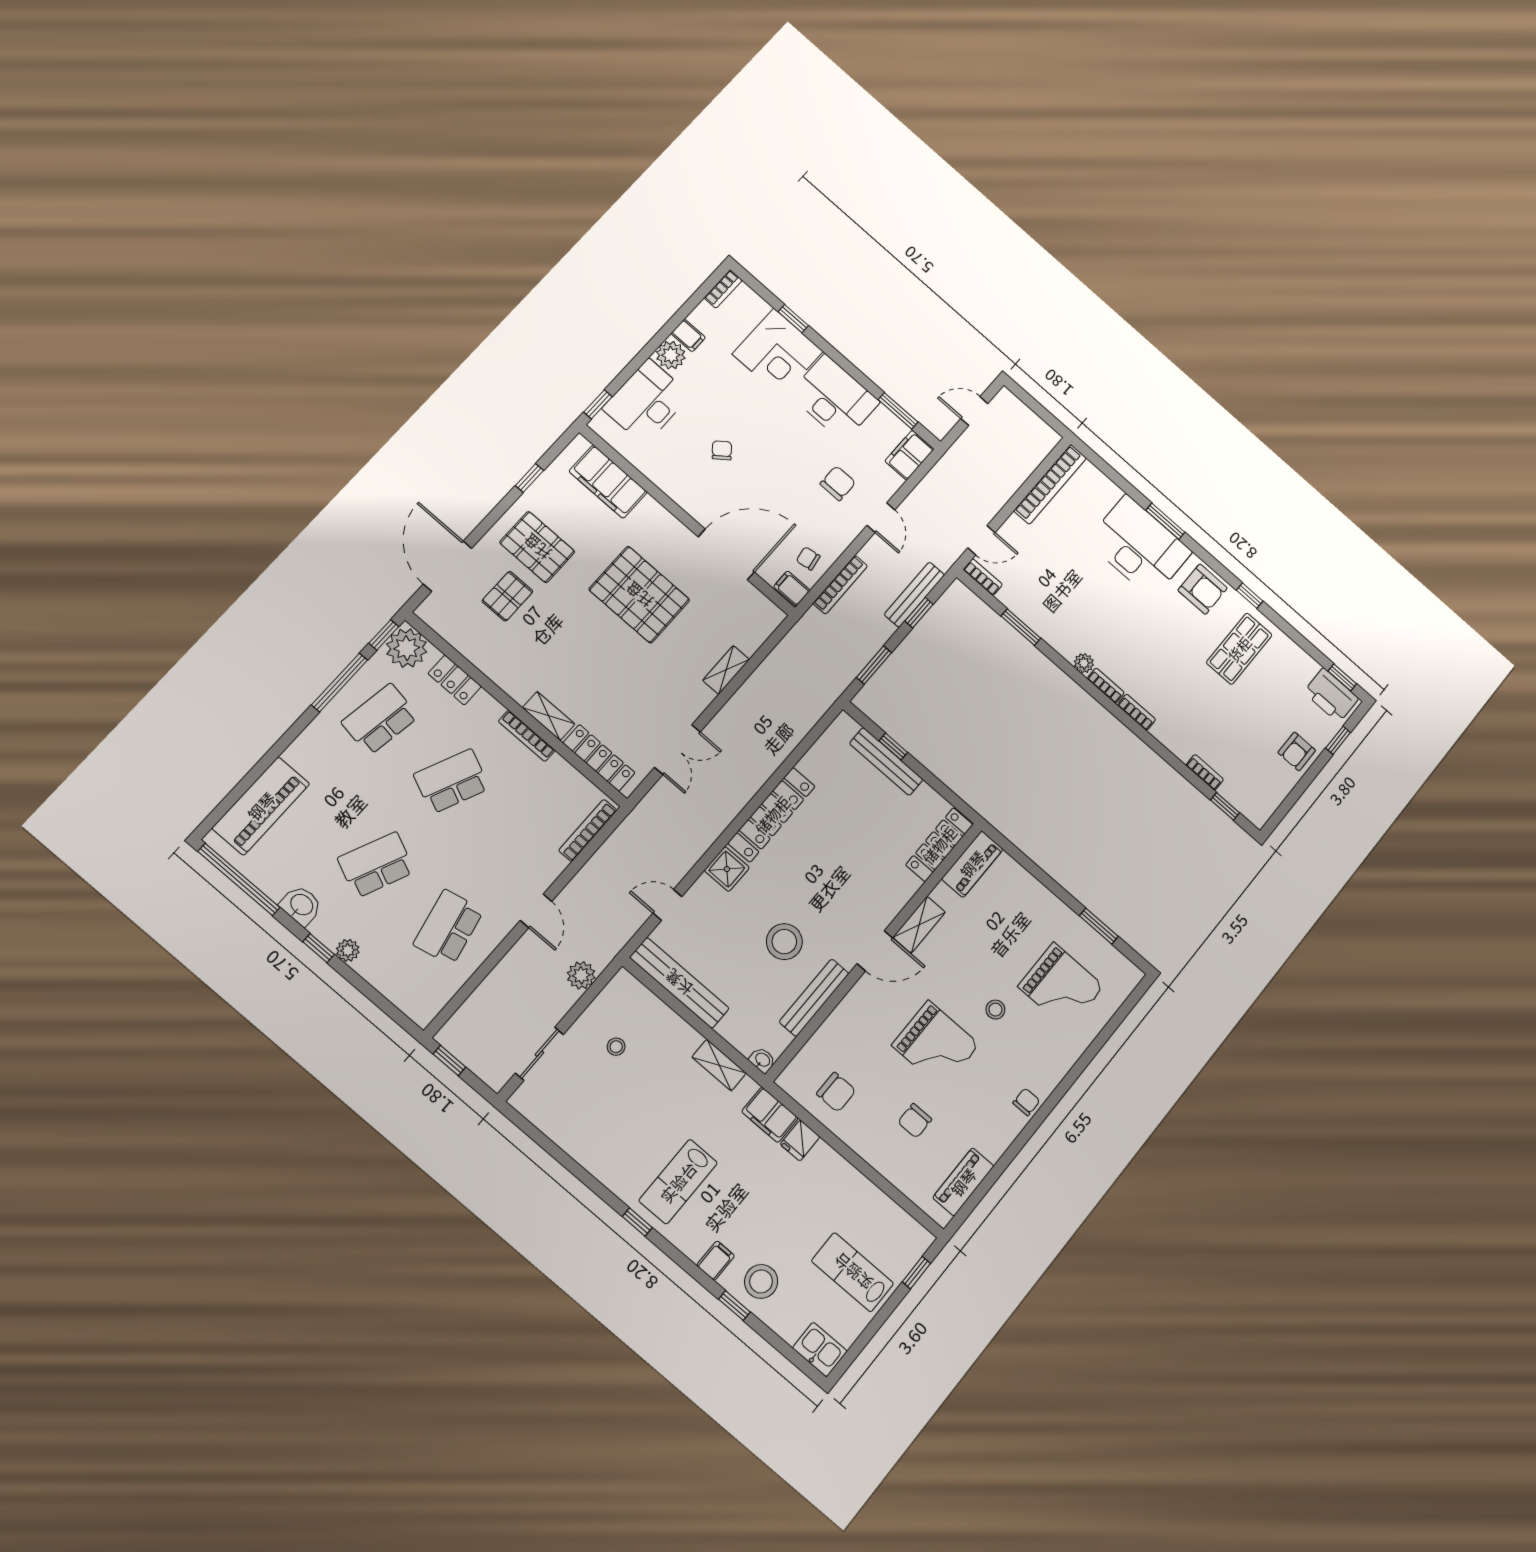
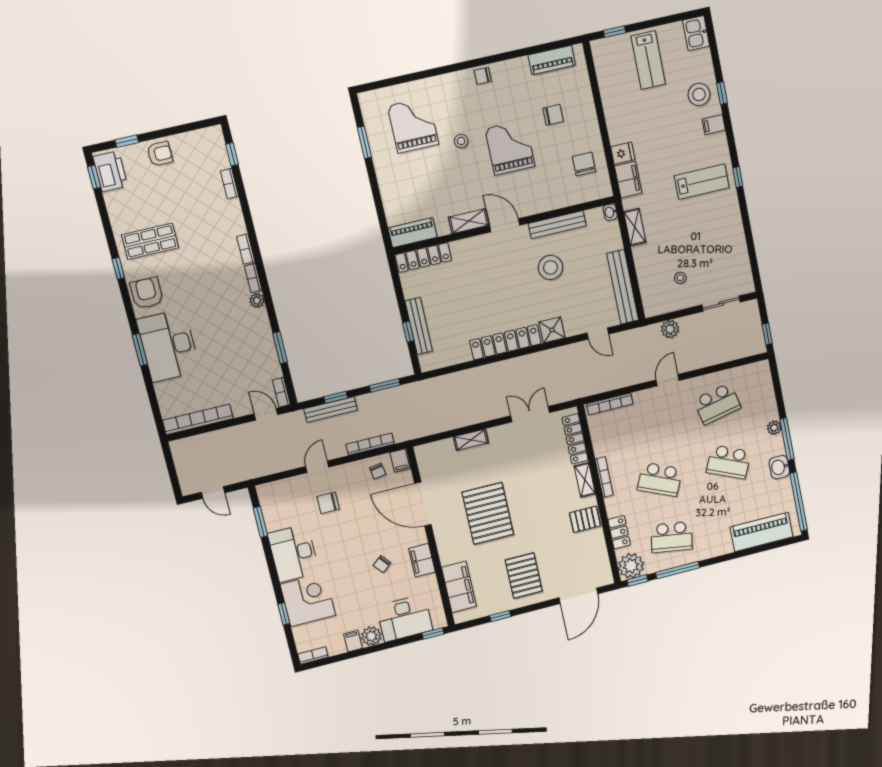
filing cabinet: (909, 455) -> (422, 560), moved, turned 90
pallet: (507, 596) -> (585, 519), moved
window: (319, 948) -> (787, 439), width x2.17

